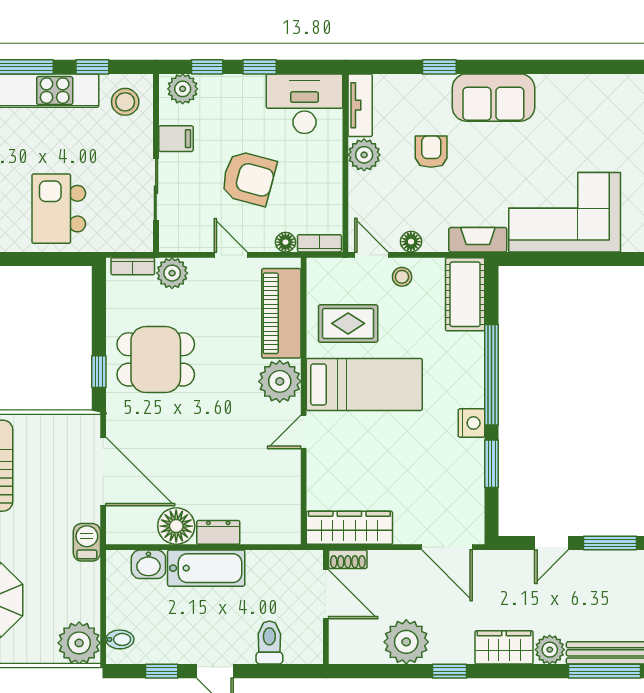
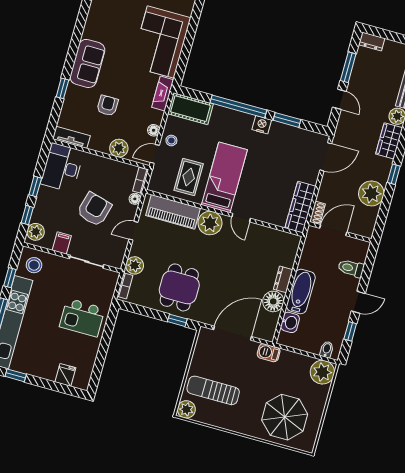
armchair: (431, 152) -> (108, 106), turned 90
plant: (364, 155) -> (119, 148), moved

